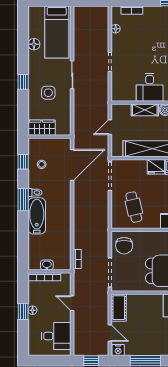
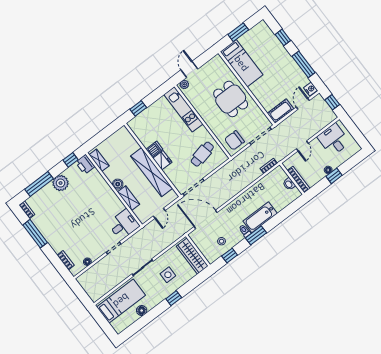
desk: (150, 87) -> (124, 224), moved
door: (110, 127) -> (159, 213), hinge flipped
wardrobe: (42, 128) -> (192, 256), width x1.50
chair: (124, 246) -> (234, 140), turned 180

